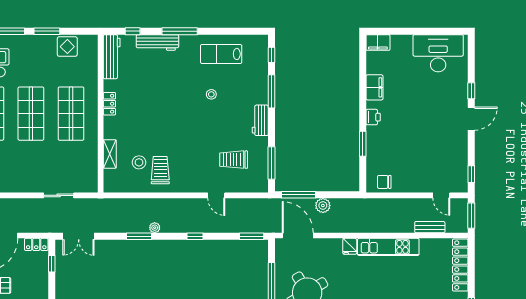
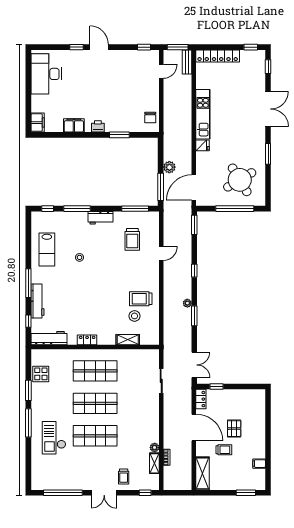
bench: (430, 227) -> (187, 62), moved

